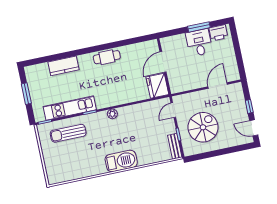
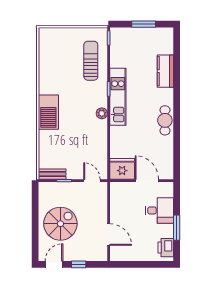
desk: (199, 43) -> (160, 210), moved
kitchen unit: (70, 108) -> (118, 97), moved
spiral stairs: (203, 127) -> (60, 224), moved, turned -90

